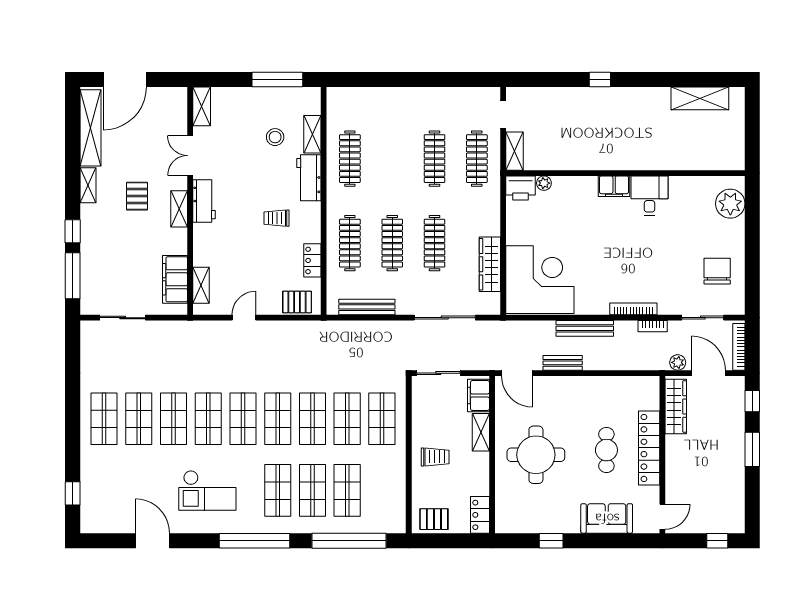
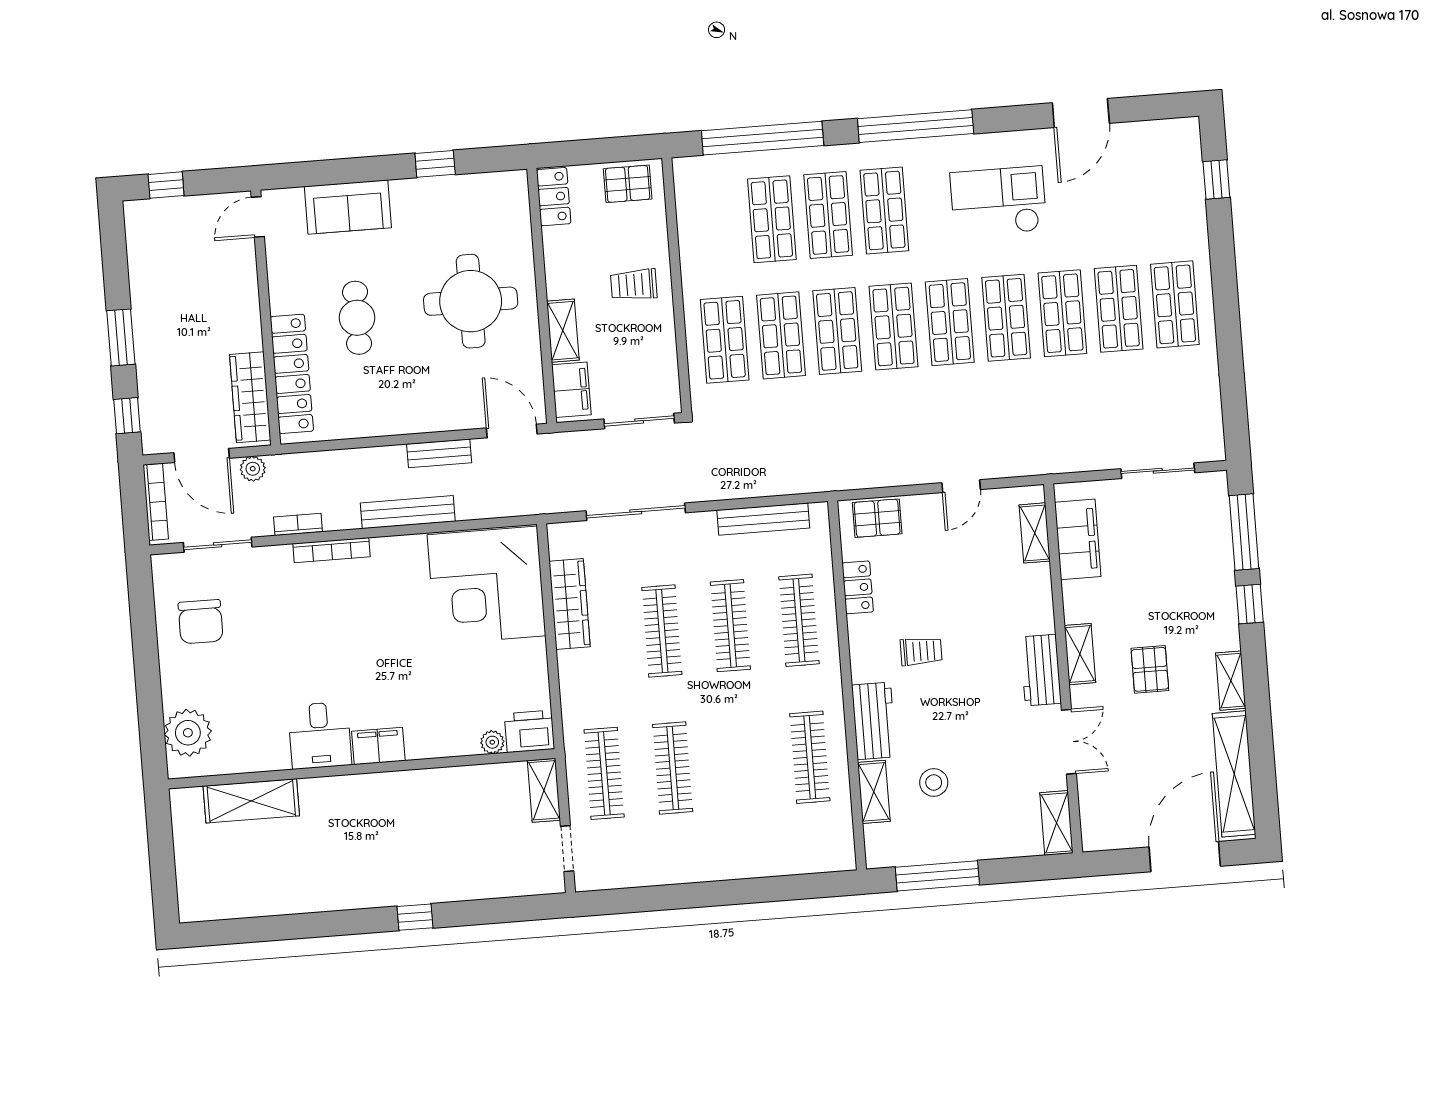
shelving: (700, 98) -> (251, 801), moved
locker: (649, 448) -> (292, 374), moved
door: (153, 541) -> (1081, 113), hinge flipped

